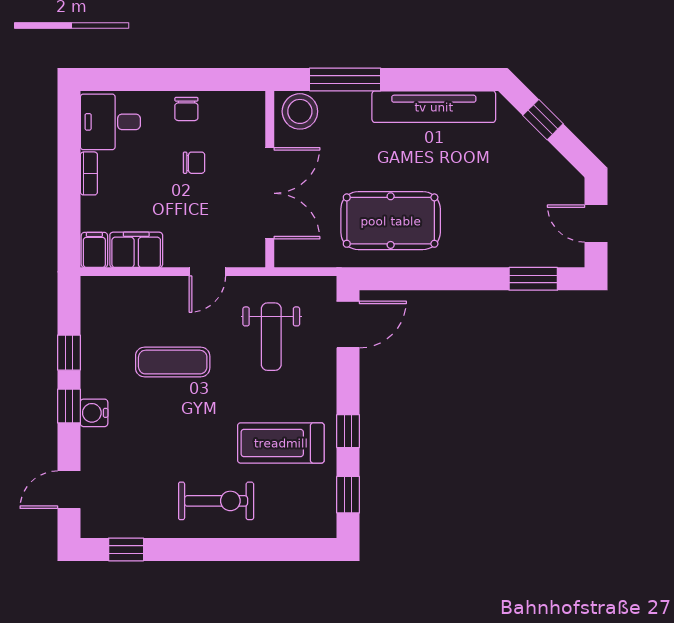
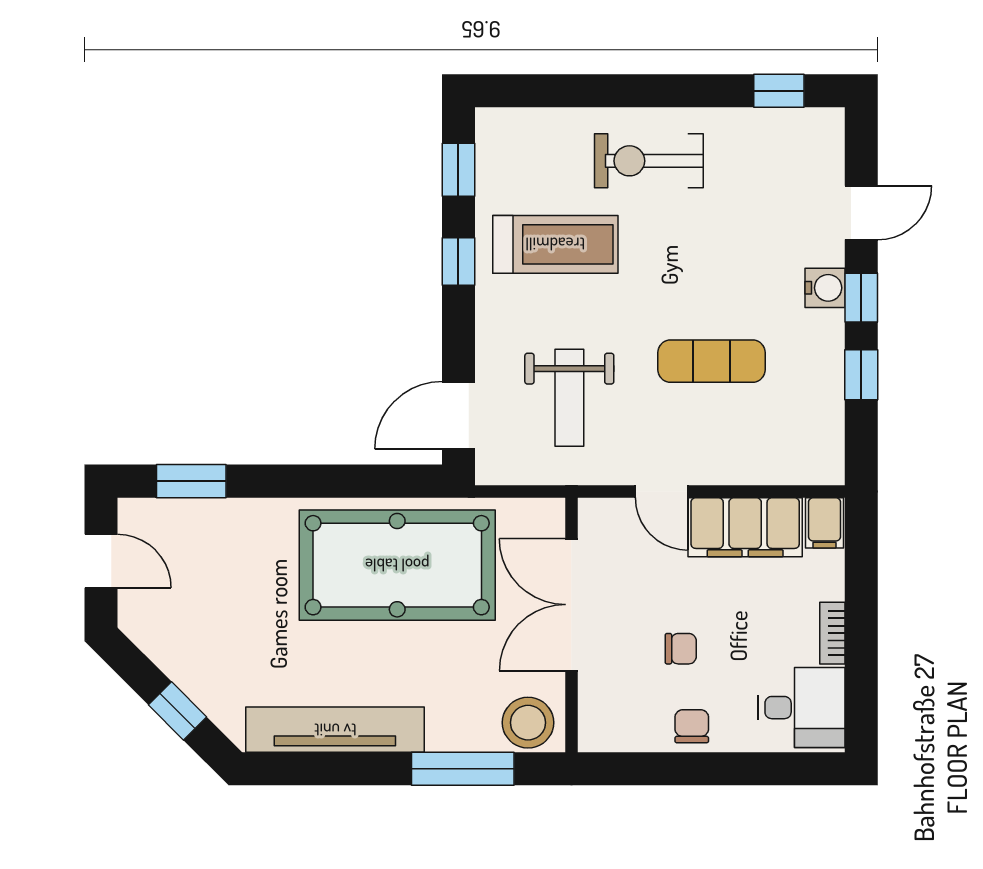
chair: (194, 163) -> (681, 649), turned 180
pool table: (391, 221) -> (397, 565), width x1.36, depth x1.32
filing cabinet: (136, 250) -> (745, 527), width x1.50, depth x1.17
door: (207, 272) -> (661, 491), swing flipped
weight bench: (271, 337) -> (569, 398), turned 180
door: (69, 490) -> (861, 213), moved

